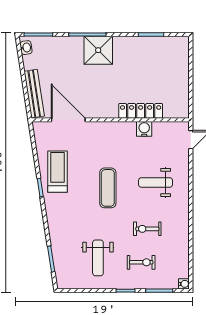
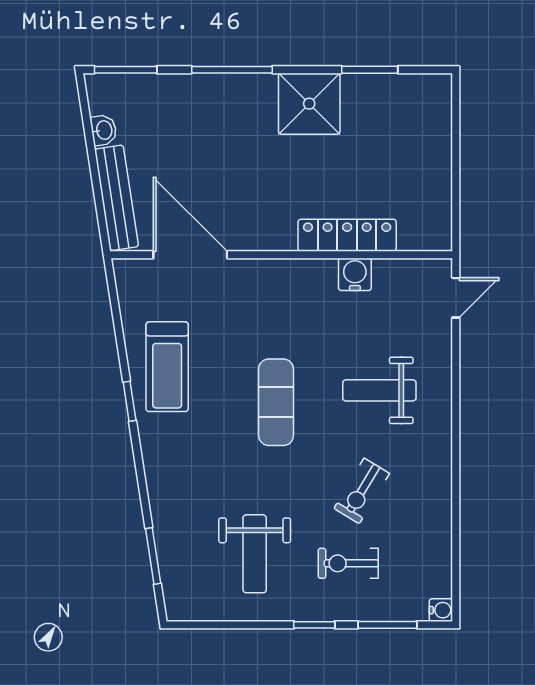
washbasin: (26, 48) -> (104, 130), moved
shower: (98, 50) -> (309, 104), moved
treadmill: (58, 172) -> (167, 367), turned 180
exercise bike: (147, 229) -> (362, 491), turned -59
exercise bike: (141, 262) -> (348, 563), turned 180

